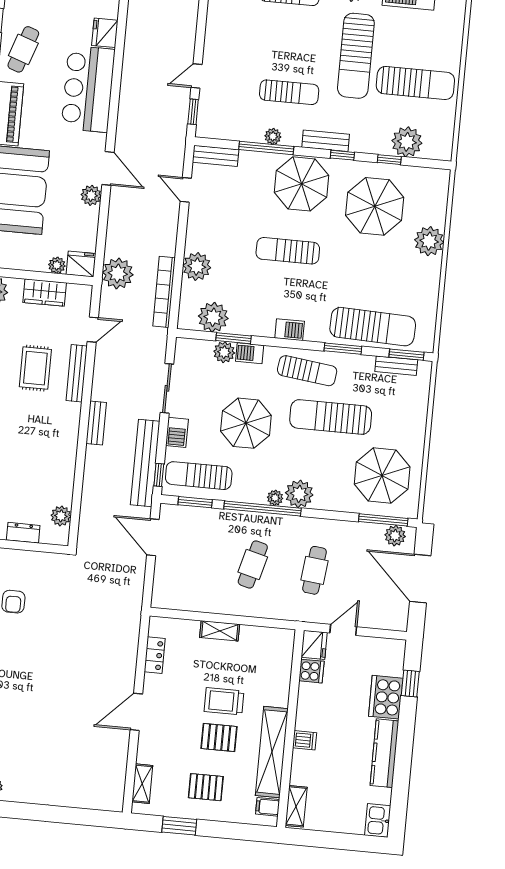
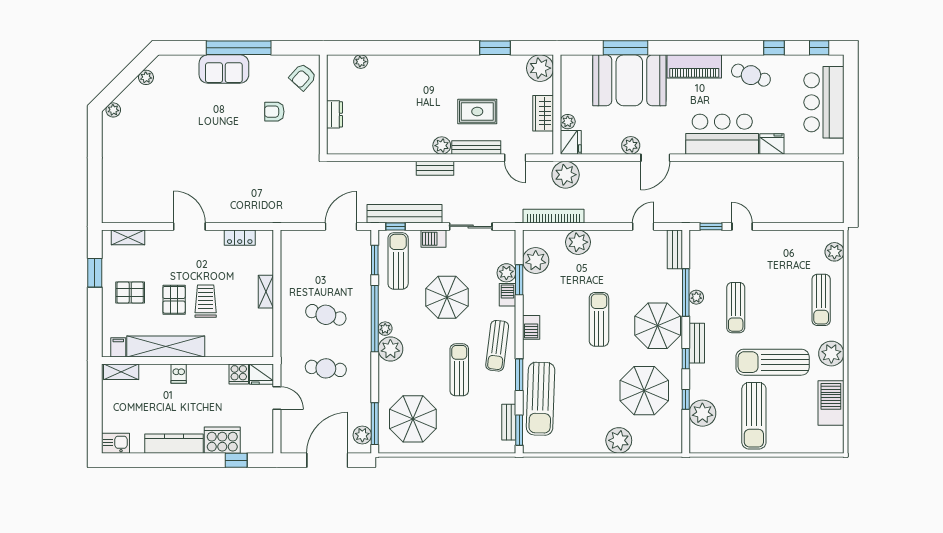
sun lounger: (331, 417) -> (459, 370), width x0.73, depth x0.75
plant: (61, 516) -> (442, 146), moved
pallet: (206, 787) -> (130, 292), turned 90

